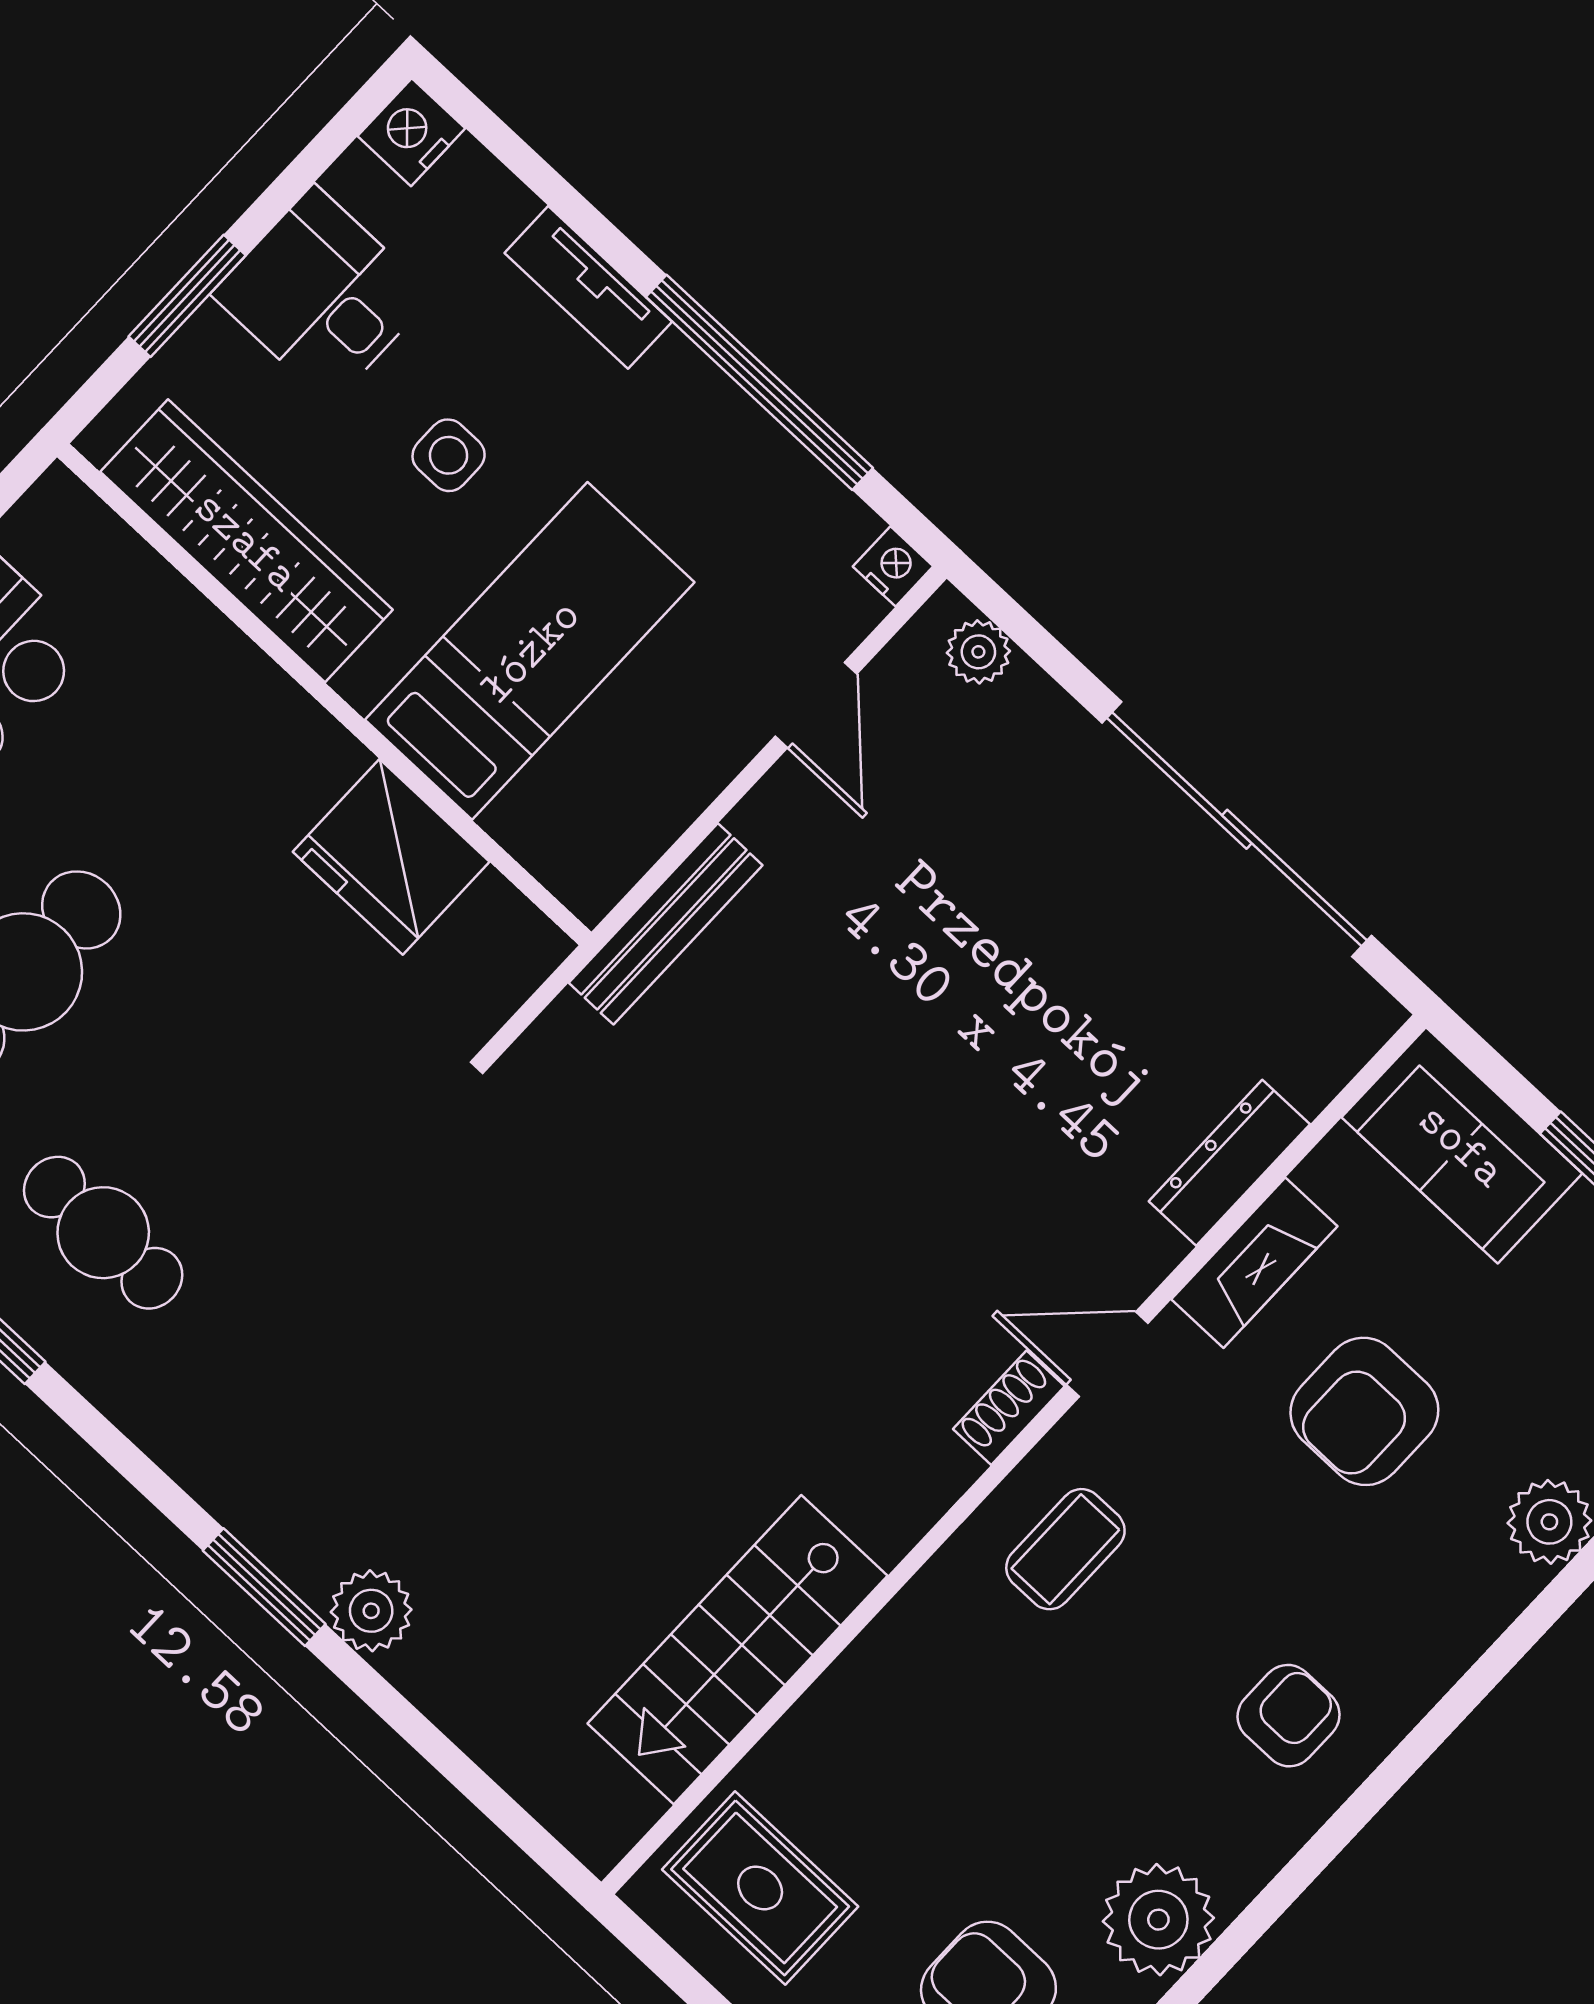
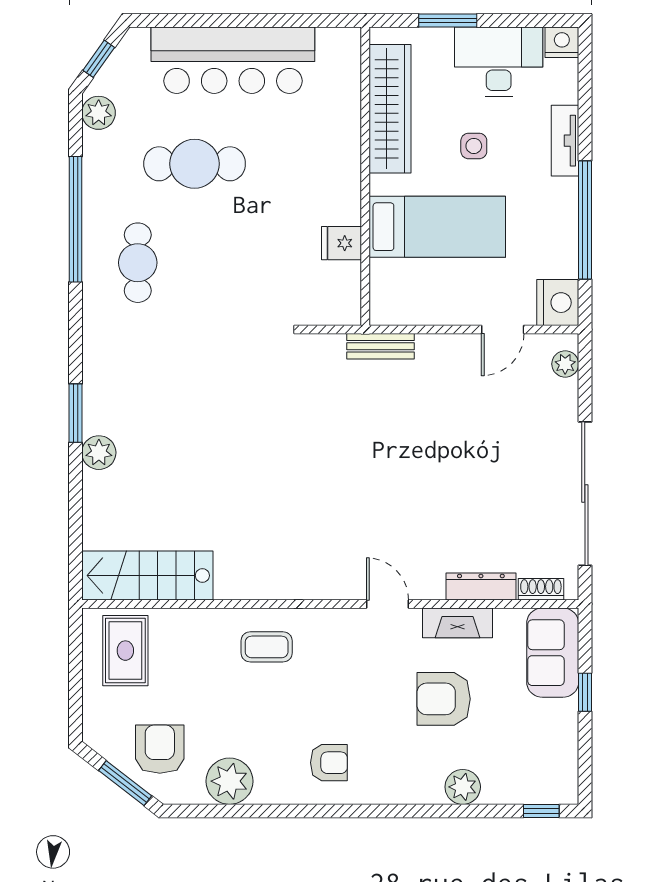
desk: (322, 295) -> (499, 62), width x1.37
nightstand: (893, 566) -> (558, 303), width x1.89, depth x1.79
fridge: (391, 857) -> (342, 243), width x0.53, depth x0.75
bench: (666, 924) -> (381, 346), width x0.73
shoe rack: (1009, 1408) -> (541, 589), moved
coffee table: (1065, 1549) -> (267, 647), moved
stairs: (738, 1650) -> (147, 576), moved

